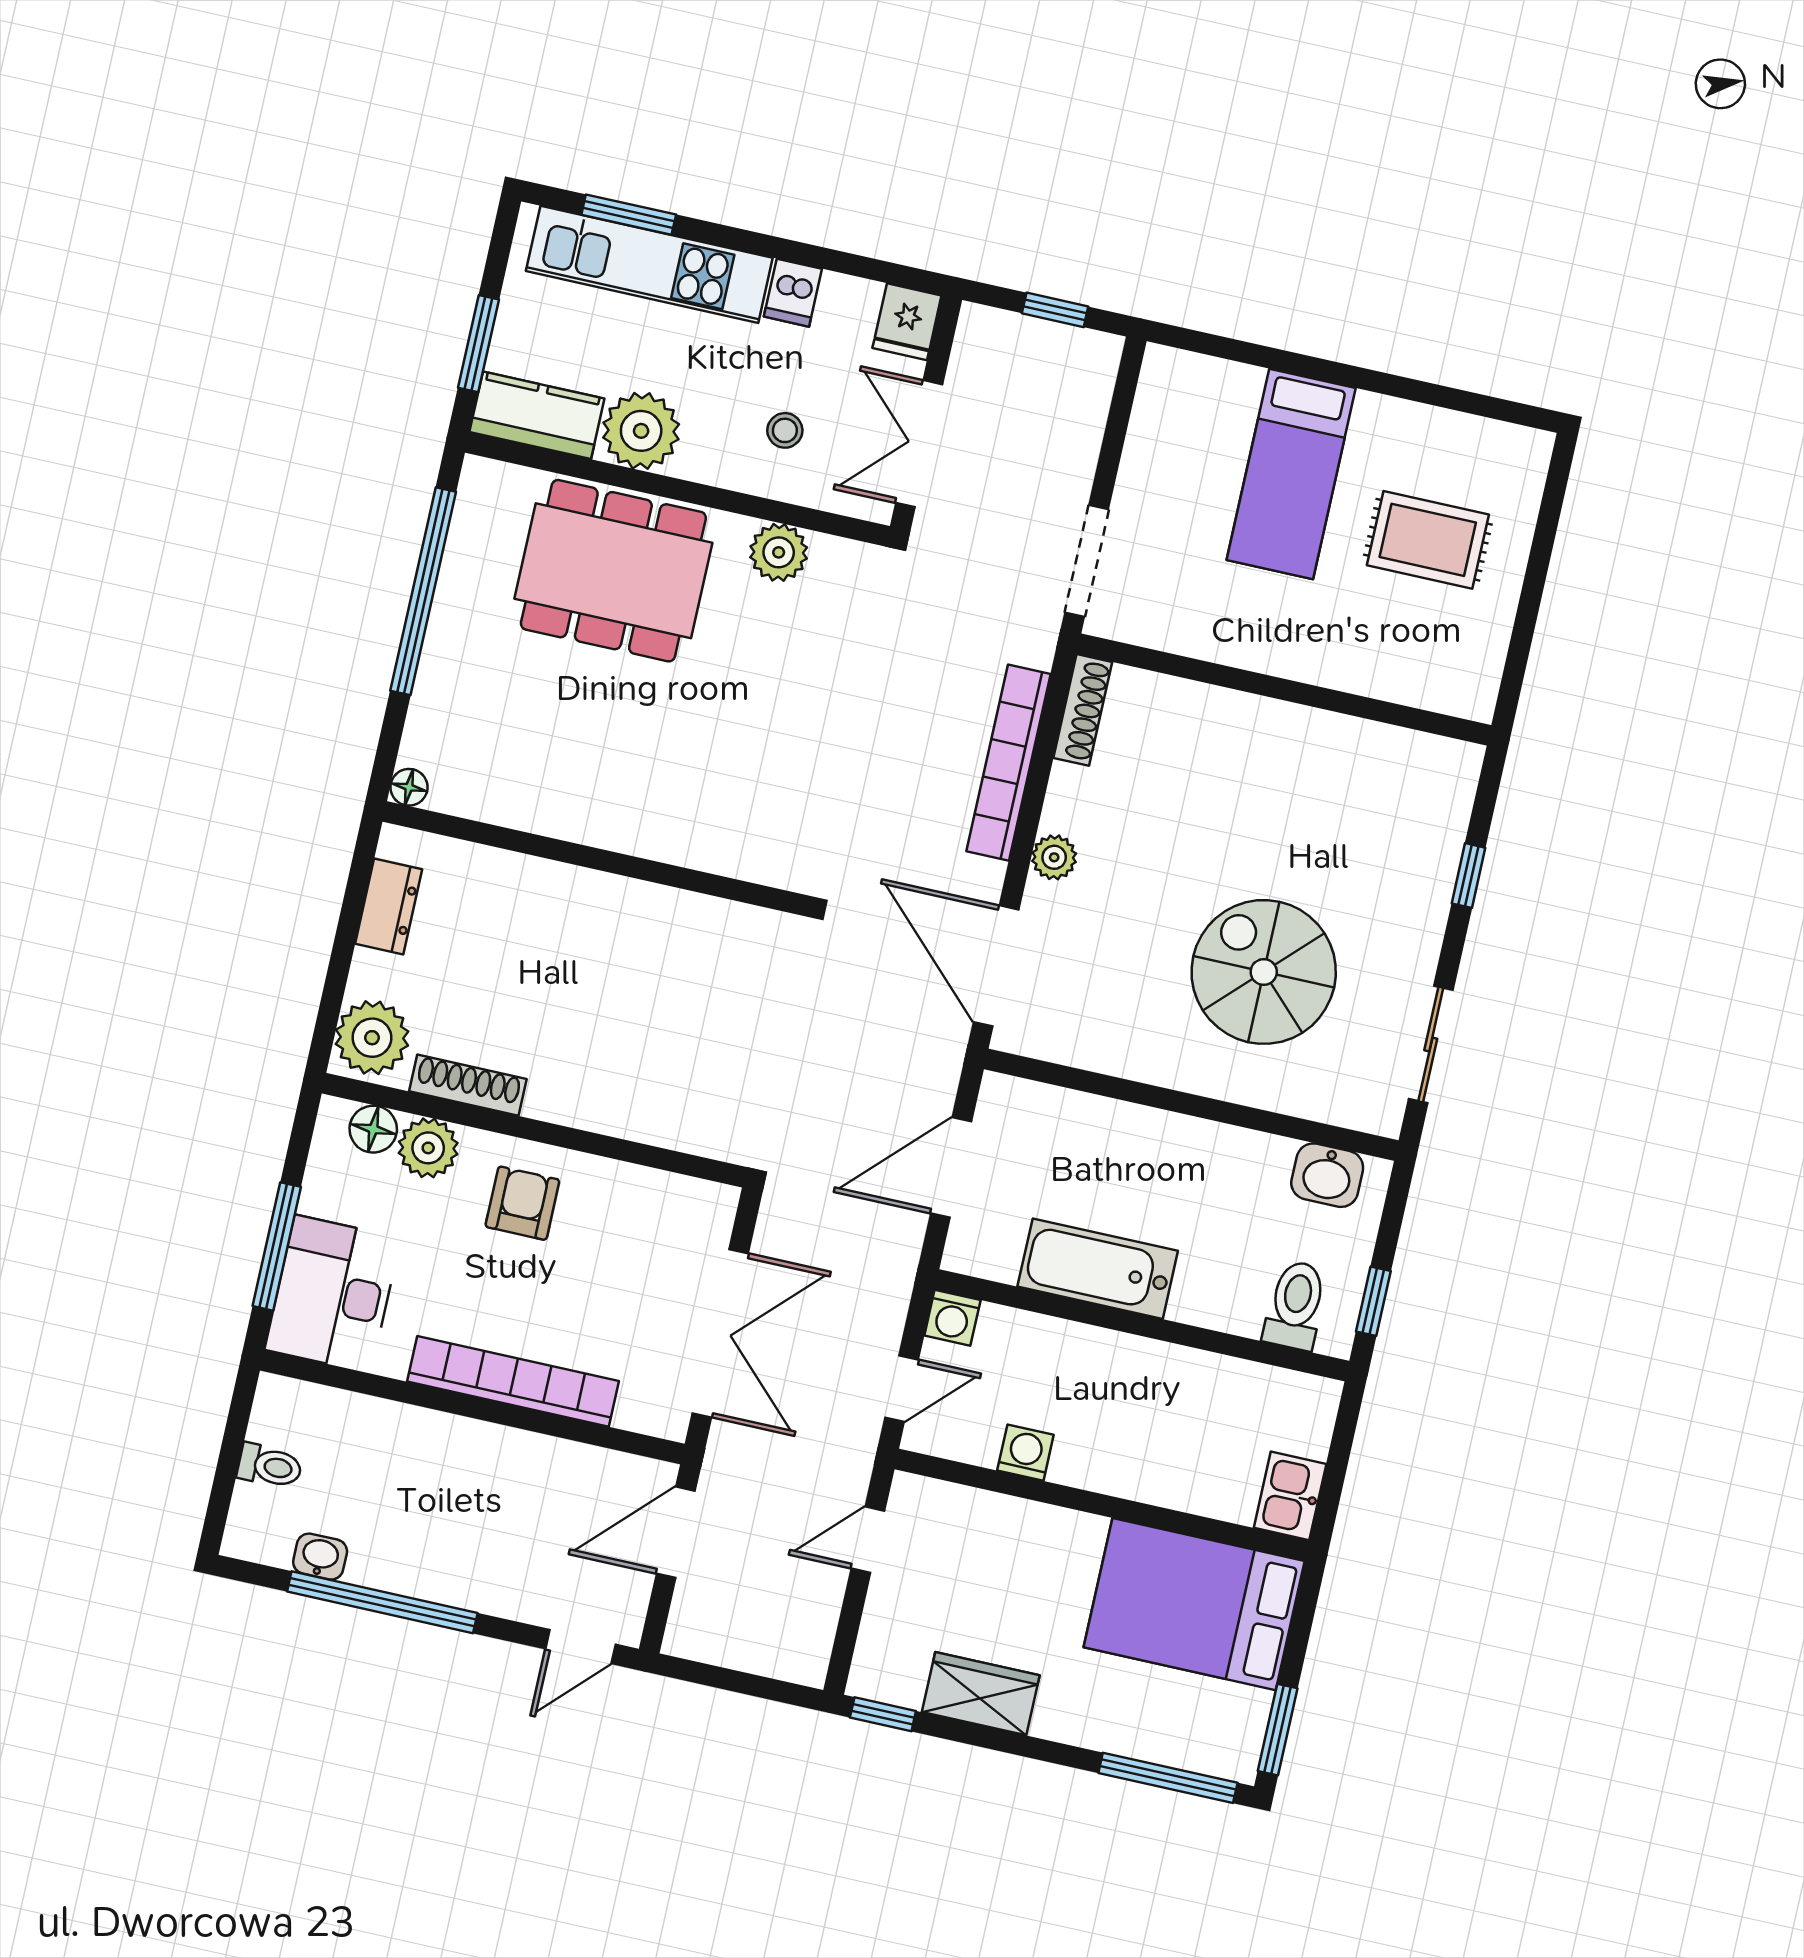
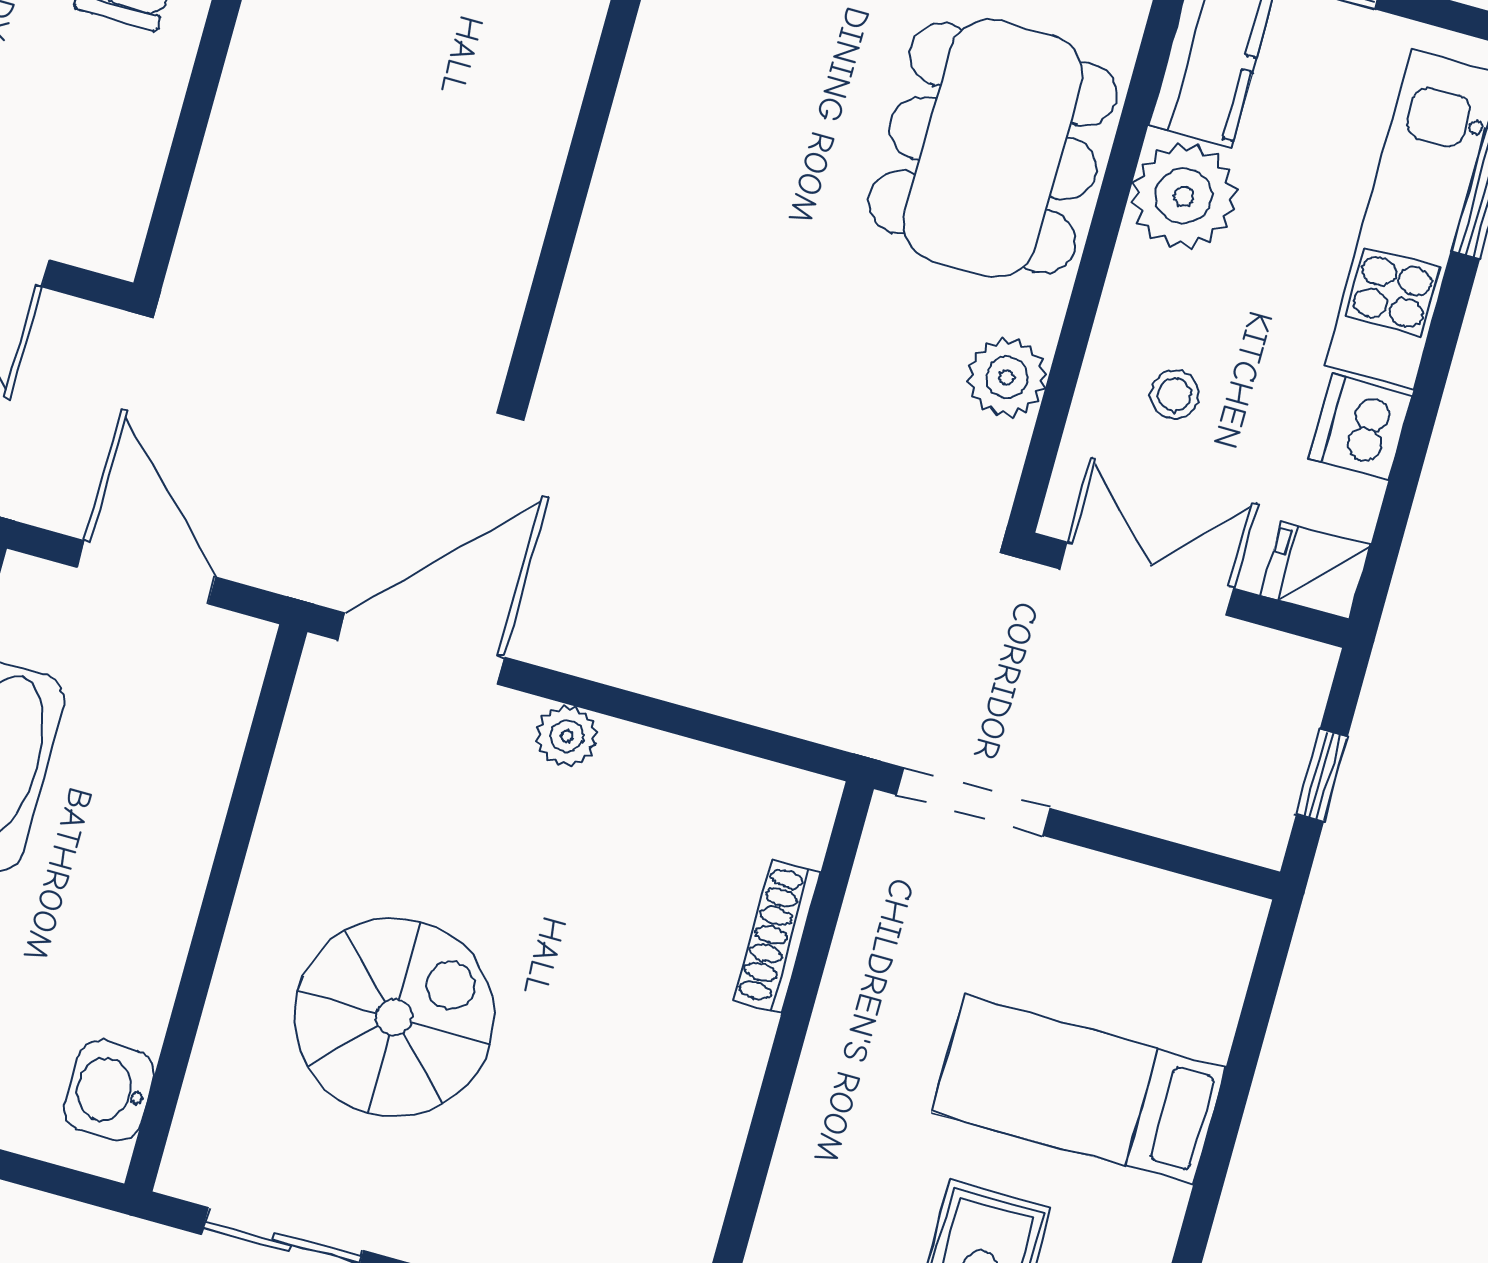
dishwasher: (793, 293) -> (1361, 427), width x1.38
shoe rack: (1083, 710) -> (777, 936), moved, turned 90
bookcase: (1009, 763) -> (701, 680), removed

